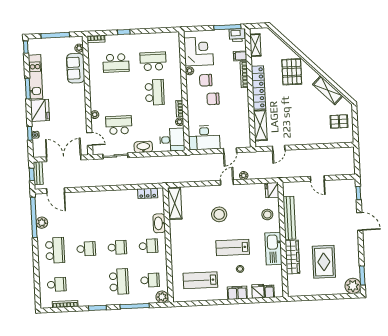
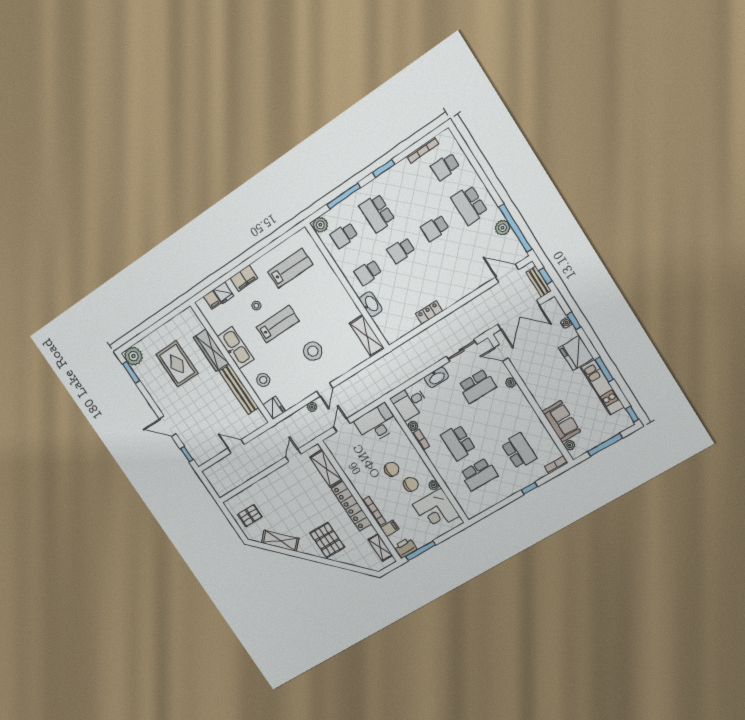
school desk: (116, 63) -> (519, 451), turned 90
locker: (148, 193) -> (429, 312), moved

